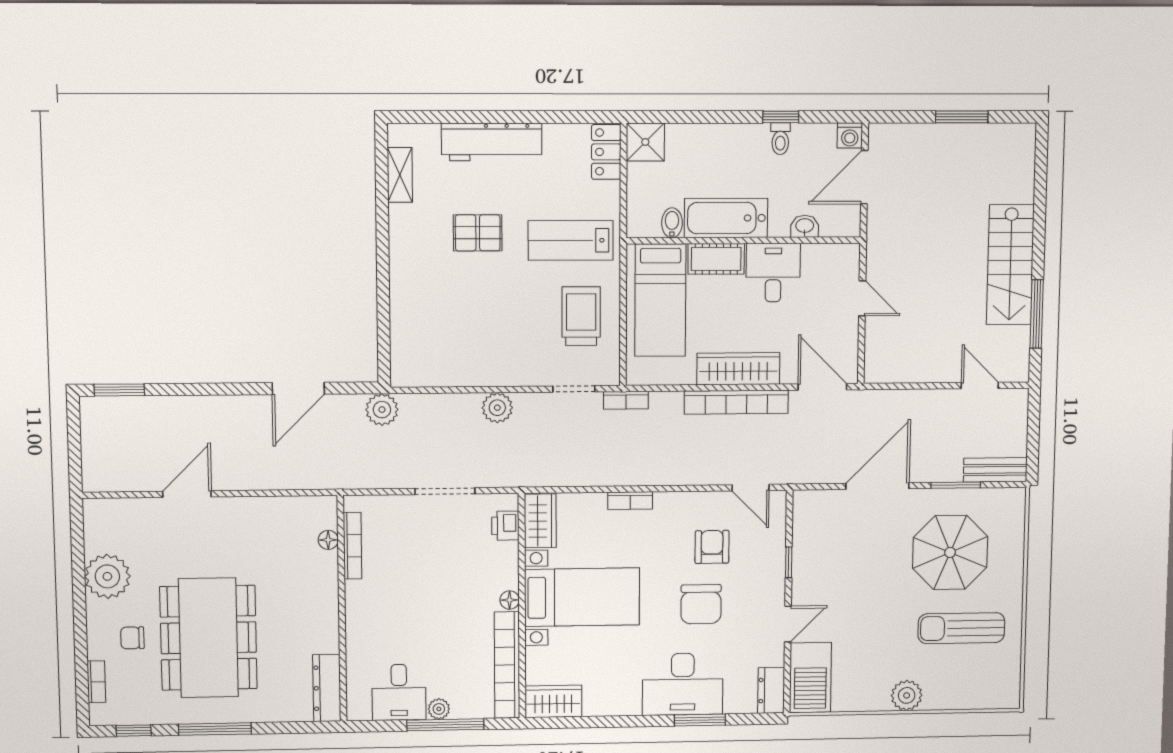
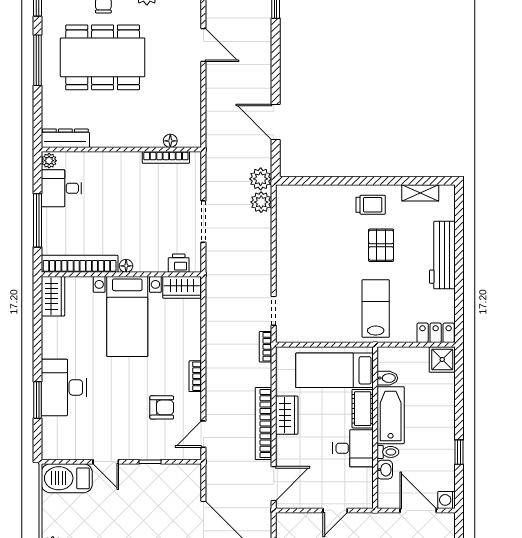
toilet: (780, 139) -> (388, 452), moved, turned 180
trolley: (581, 316) -> (371, 205), moved, width x0.73, depth x0.72
wardrobe: (738, 369) -> (287, 415), width x0.67
plant: (497, 408) -> (261, 202), moved
bookcase: (630, 501) -> (195, 376), moved
chair: (701, 604) -> (121, 400), removed
dresser: (771, 690) -> (58, 450), removed
plant: (439, 709) -> (49, 161), moved

